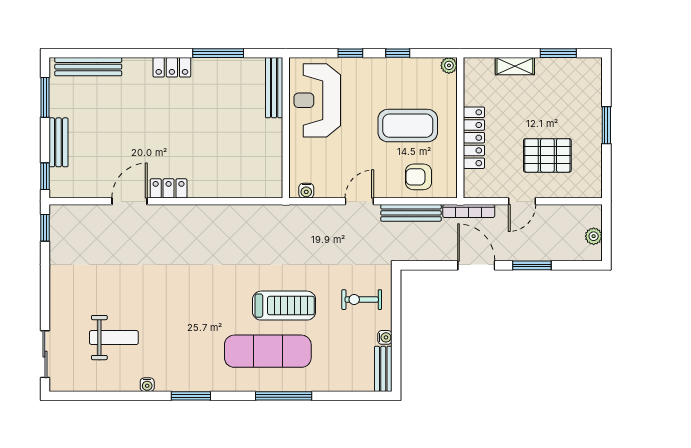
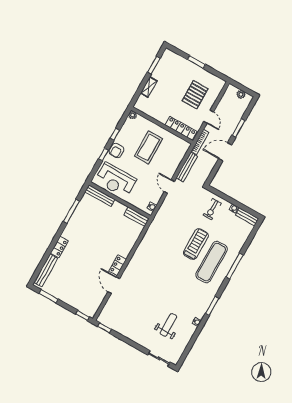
locker: (172, 67) -> (59, 247), moved
locker: (474, 138) -> (181, 128), moved
bench: (59, 142) -> (137, 217), moved
armchair: (419, 177) -> (116, 151), moved

